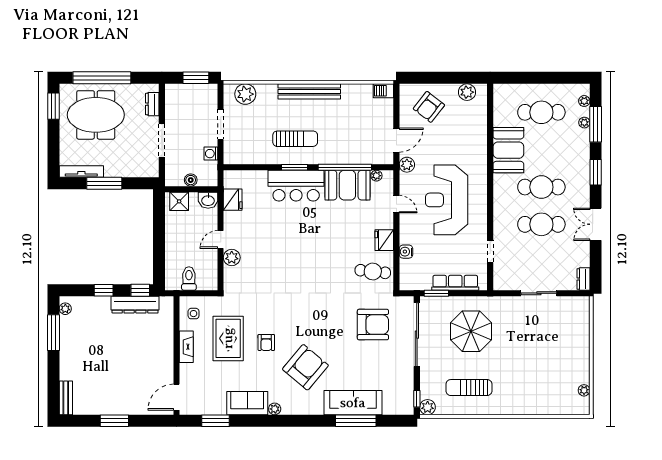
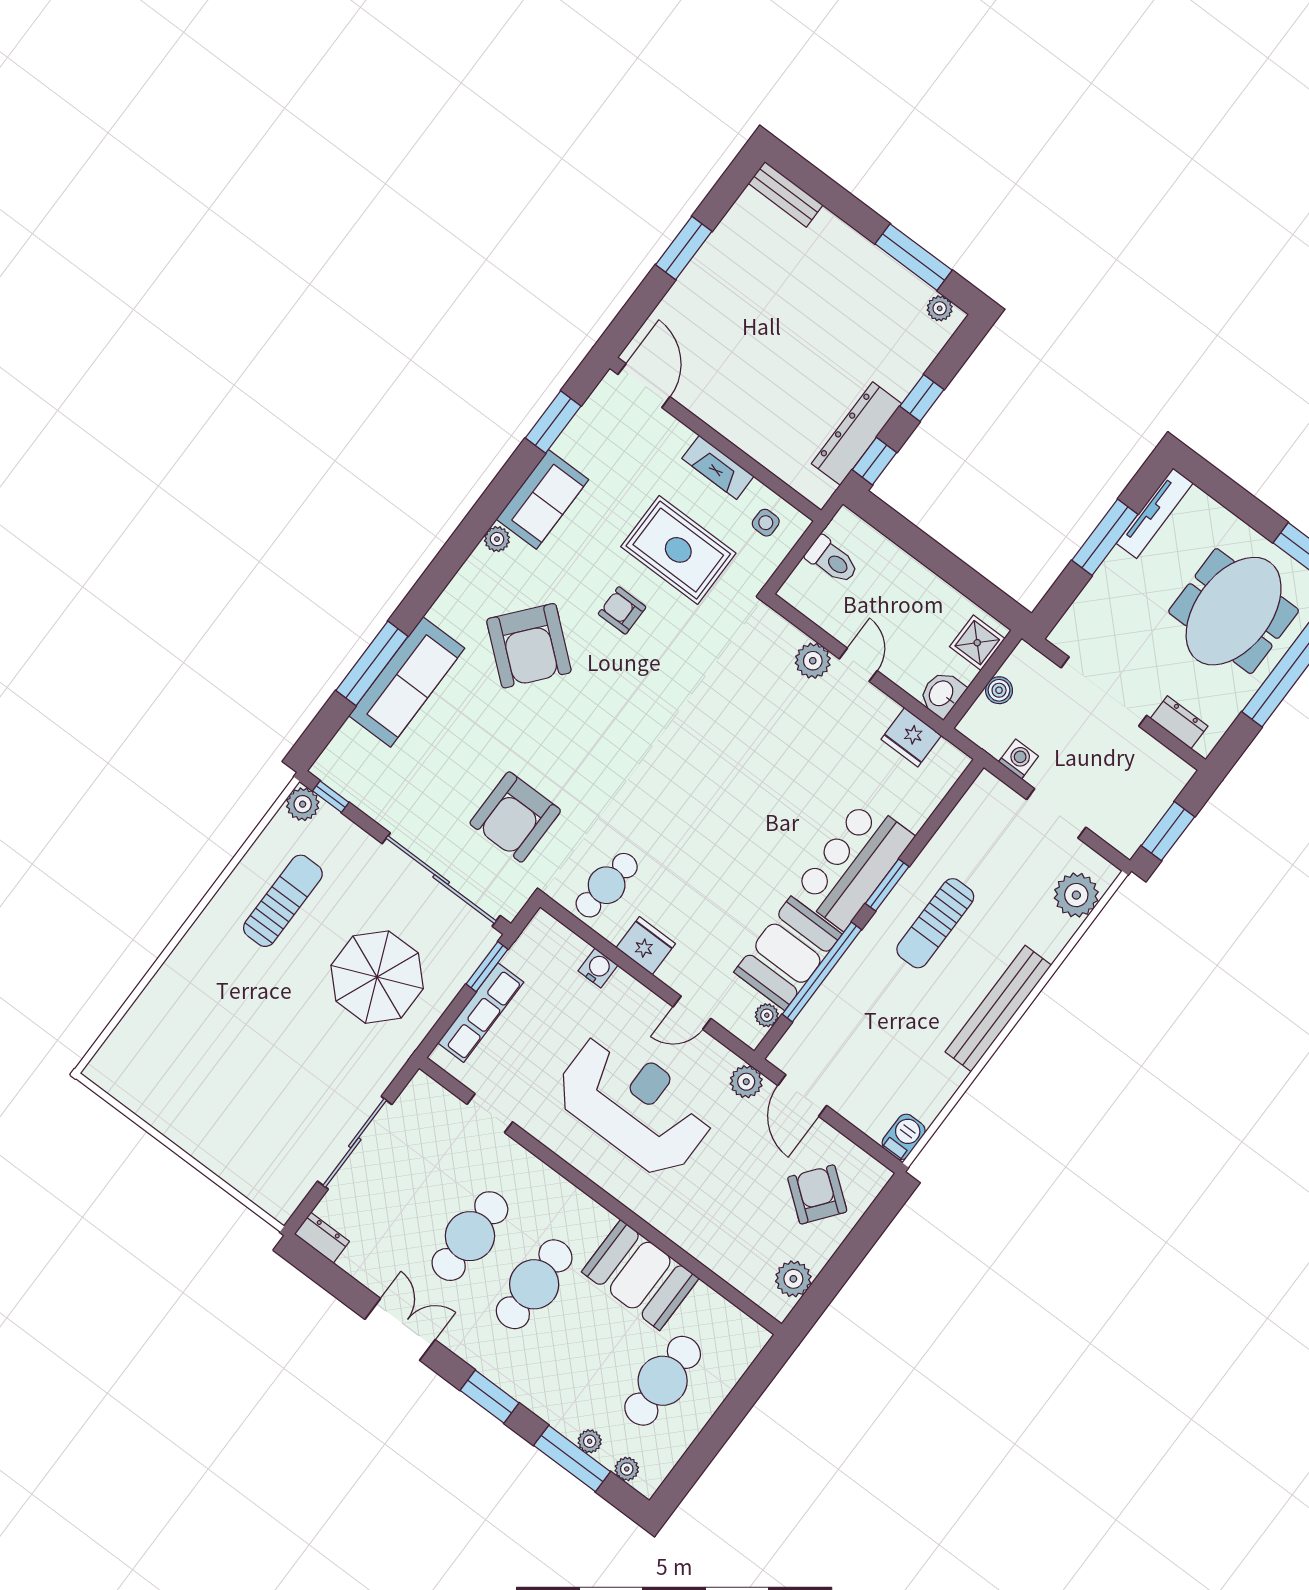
doorway: (162, 141) -> (1104, 692), width x1.36
sliding door: (539, 293) -> (355, 1143), width x1.37
plant: (584, 390) -> (129, 1095), removed

